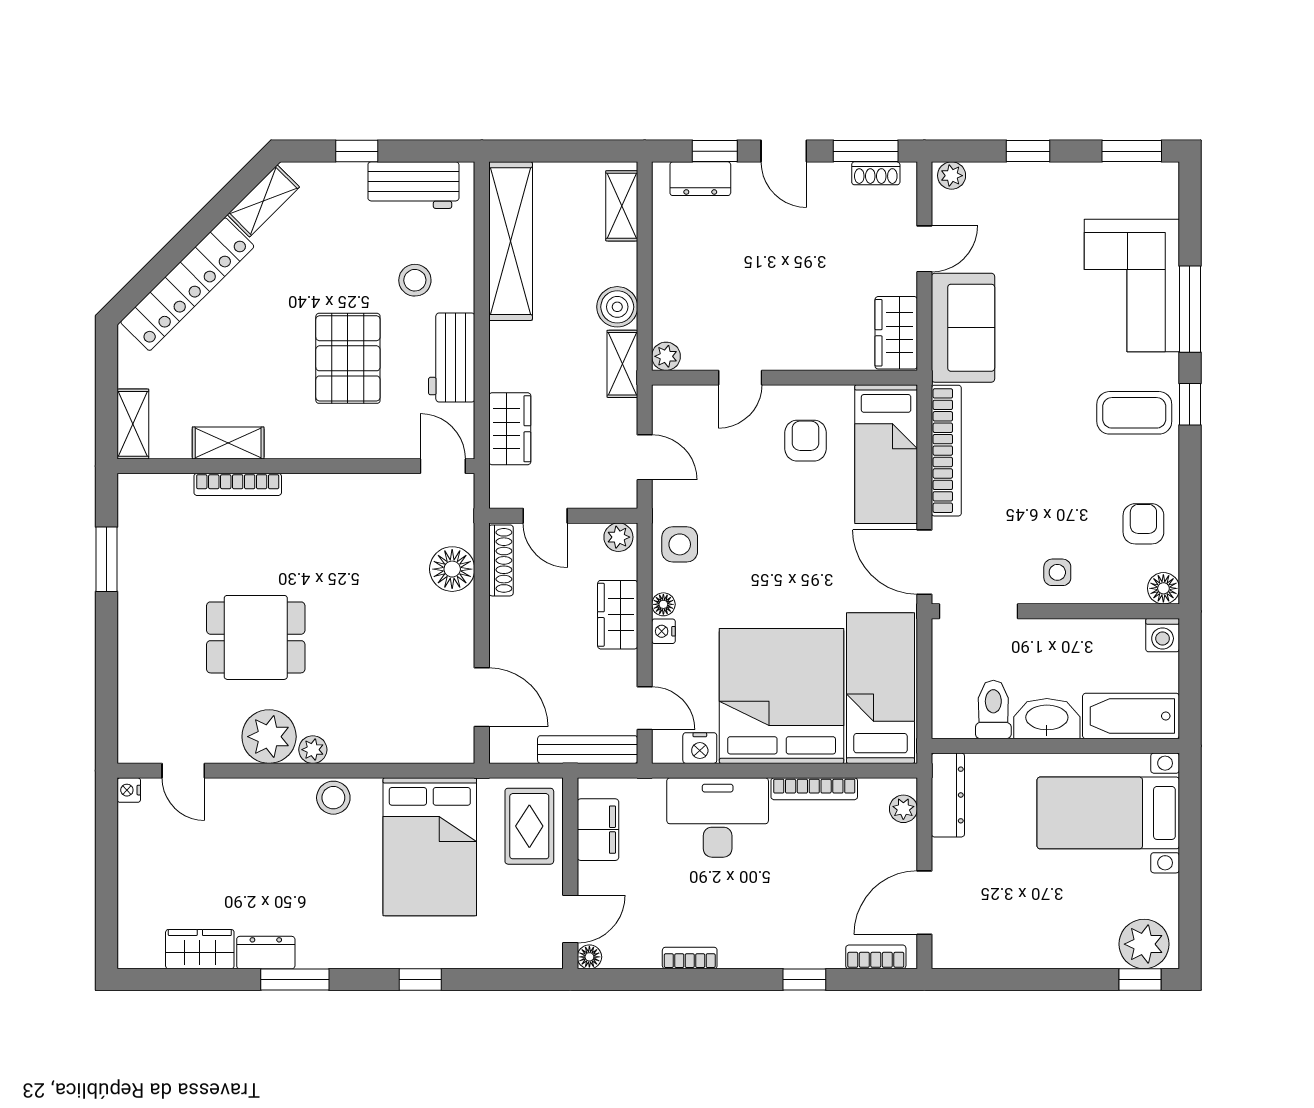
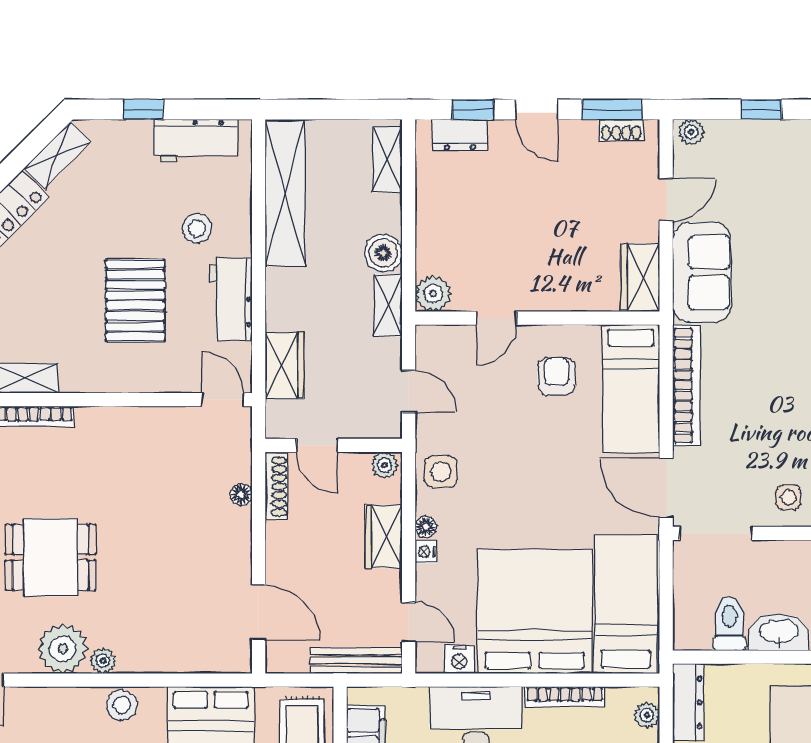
plant: (666, 356) -> (433, 294), width x1.38, depth x1.38
floor lamp: (452, 569) -> (241, 494), width x0.53, depth x0.53

